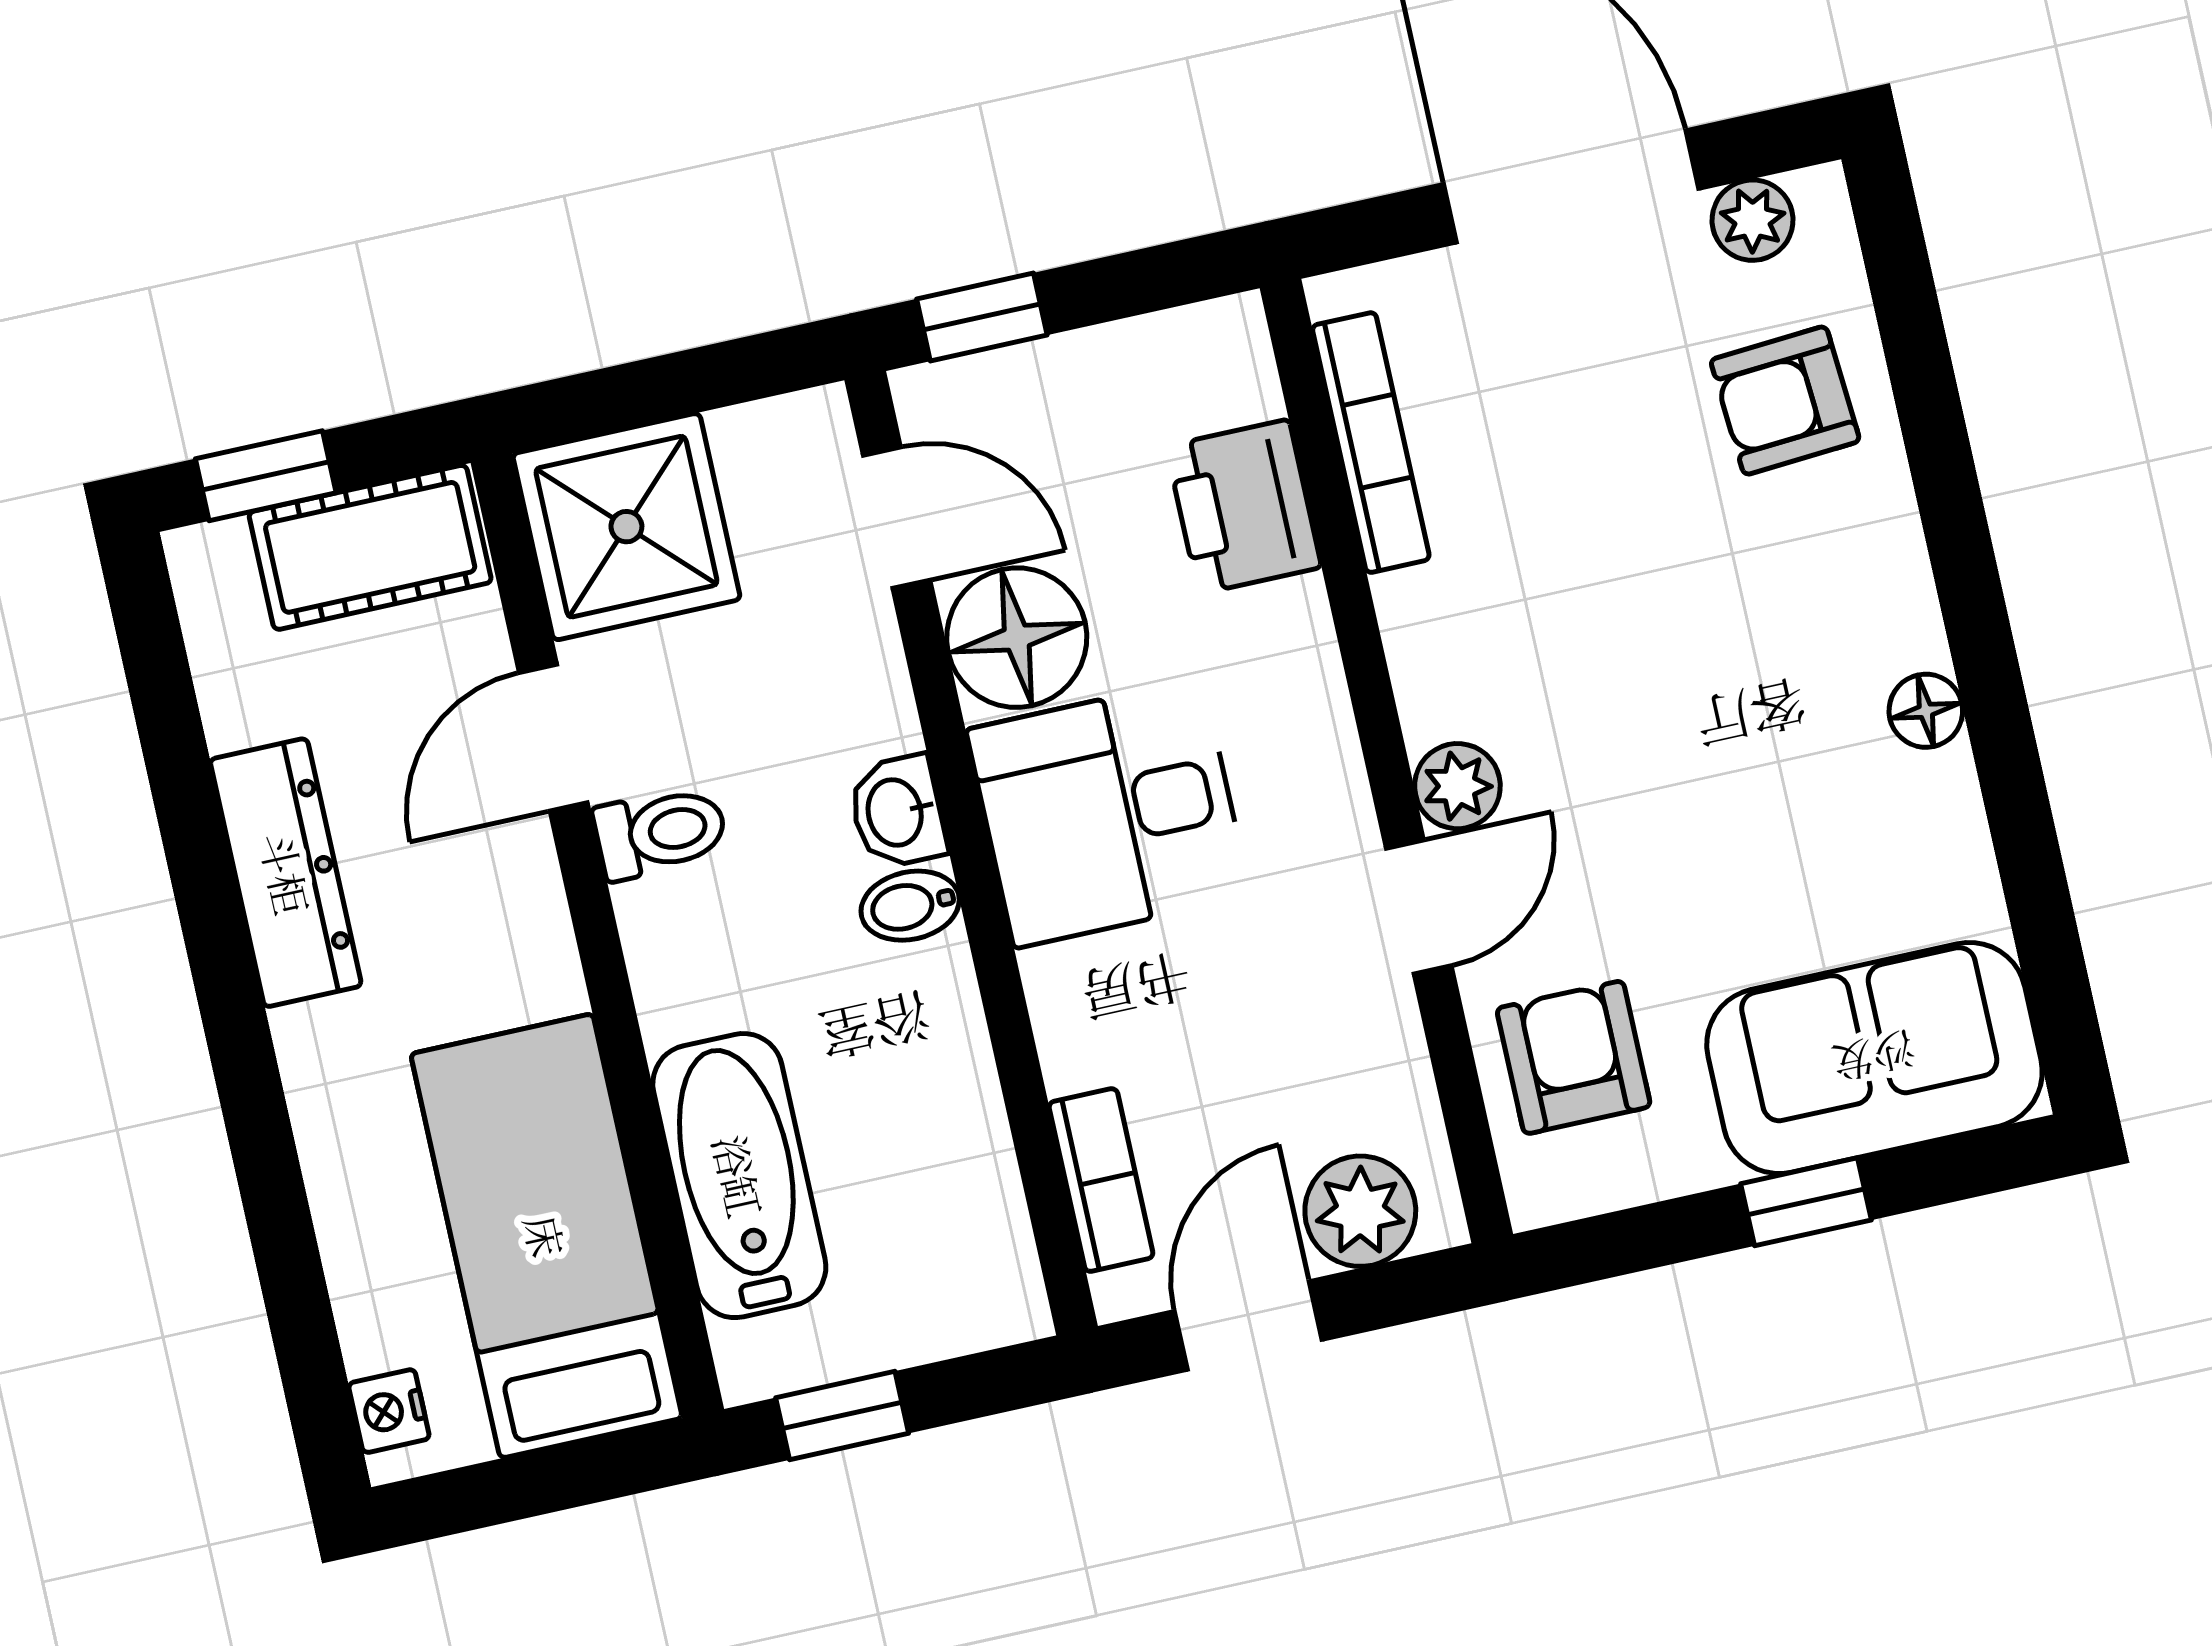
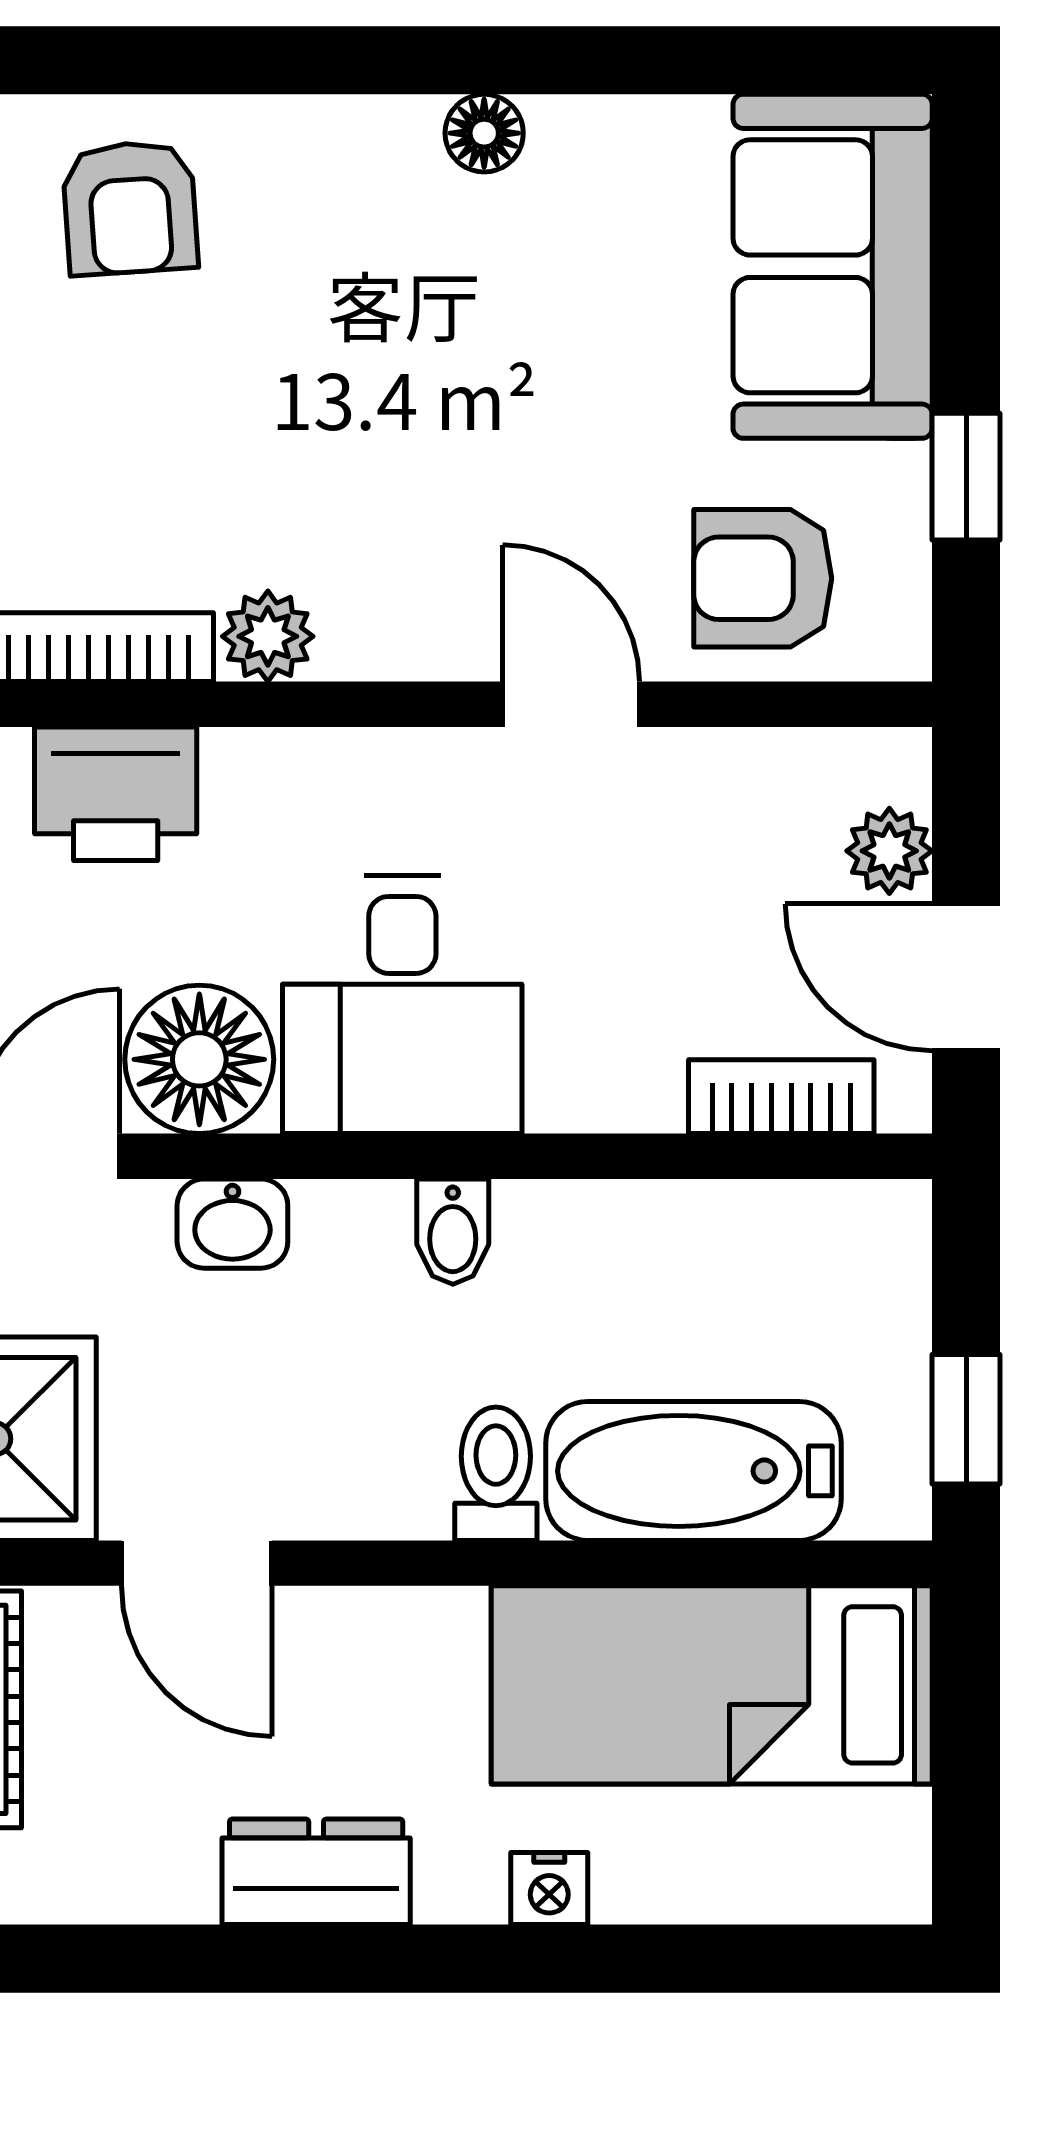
plant: (1457, 786) -> (268, 636), moved
washbasin: (897, 812) -> (232, 1224), moved
toilet: (660, 832) -> (496, 1474), moved
dresser: (286, 873) -> (316, 1872), width x0.70
window: (1806, 1202) -> (966, 477), moved
plant: (1360, 1211) -> (889, 851), width x0.73, depth x0.73
nightstand: (389, 1411) -> (549, 1889), moved

